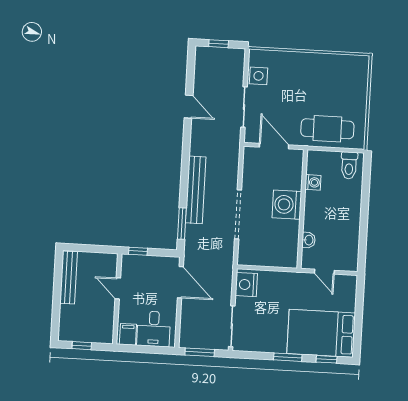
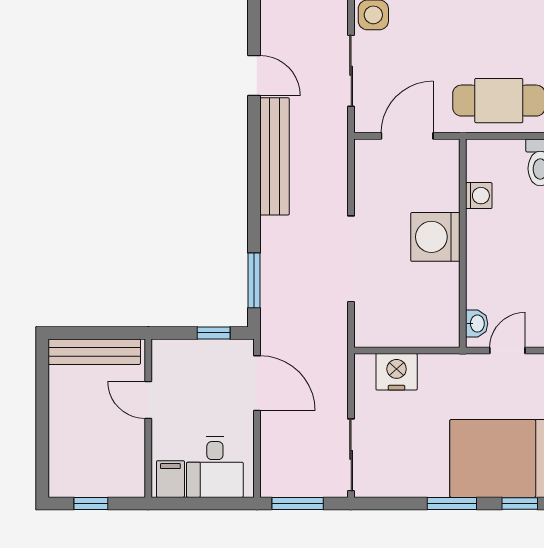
door: (274, 146) -> (407, 136), hinge flipped
bench: (196, 190) -> (275, 156), moved
washbasin: (309, 240) -> (477, 324), moved
window: (138, 251) -> (214, 333), moved
door: (324, 272) -> (507, 351), swing flipped
bench: (69, 277) -> (94, 352), moved, turned 90
nightstand: (246, 285) -> (397, 372), moved, turned 90

